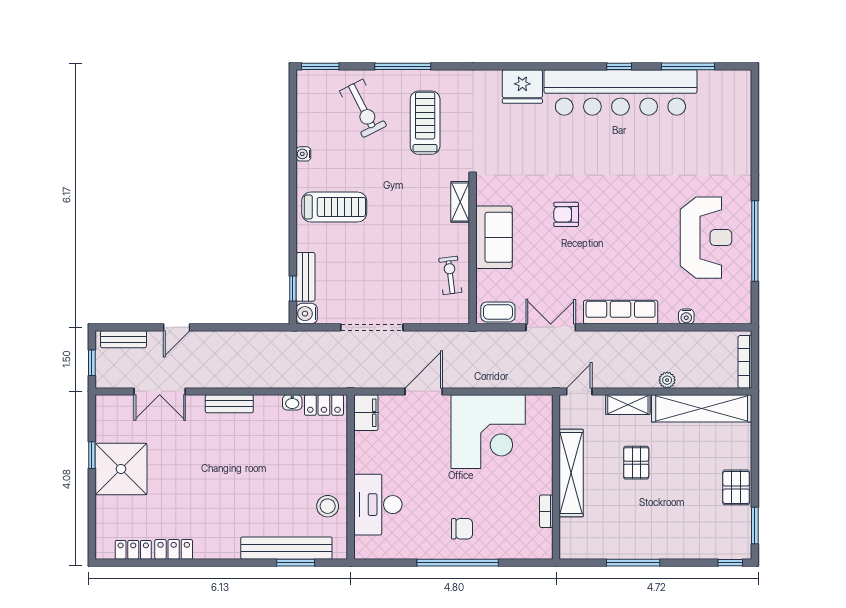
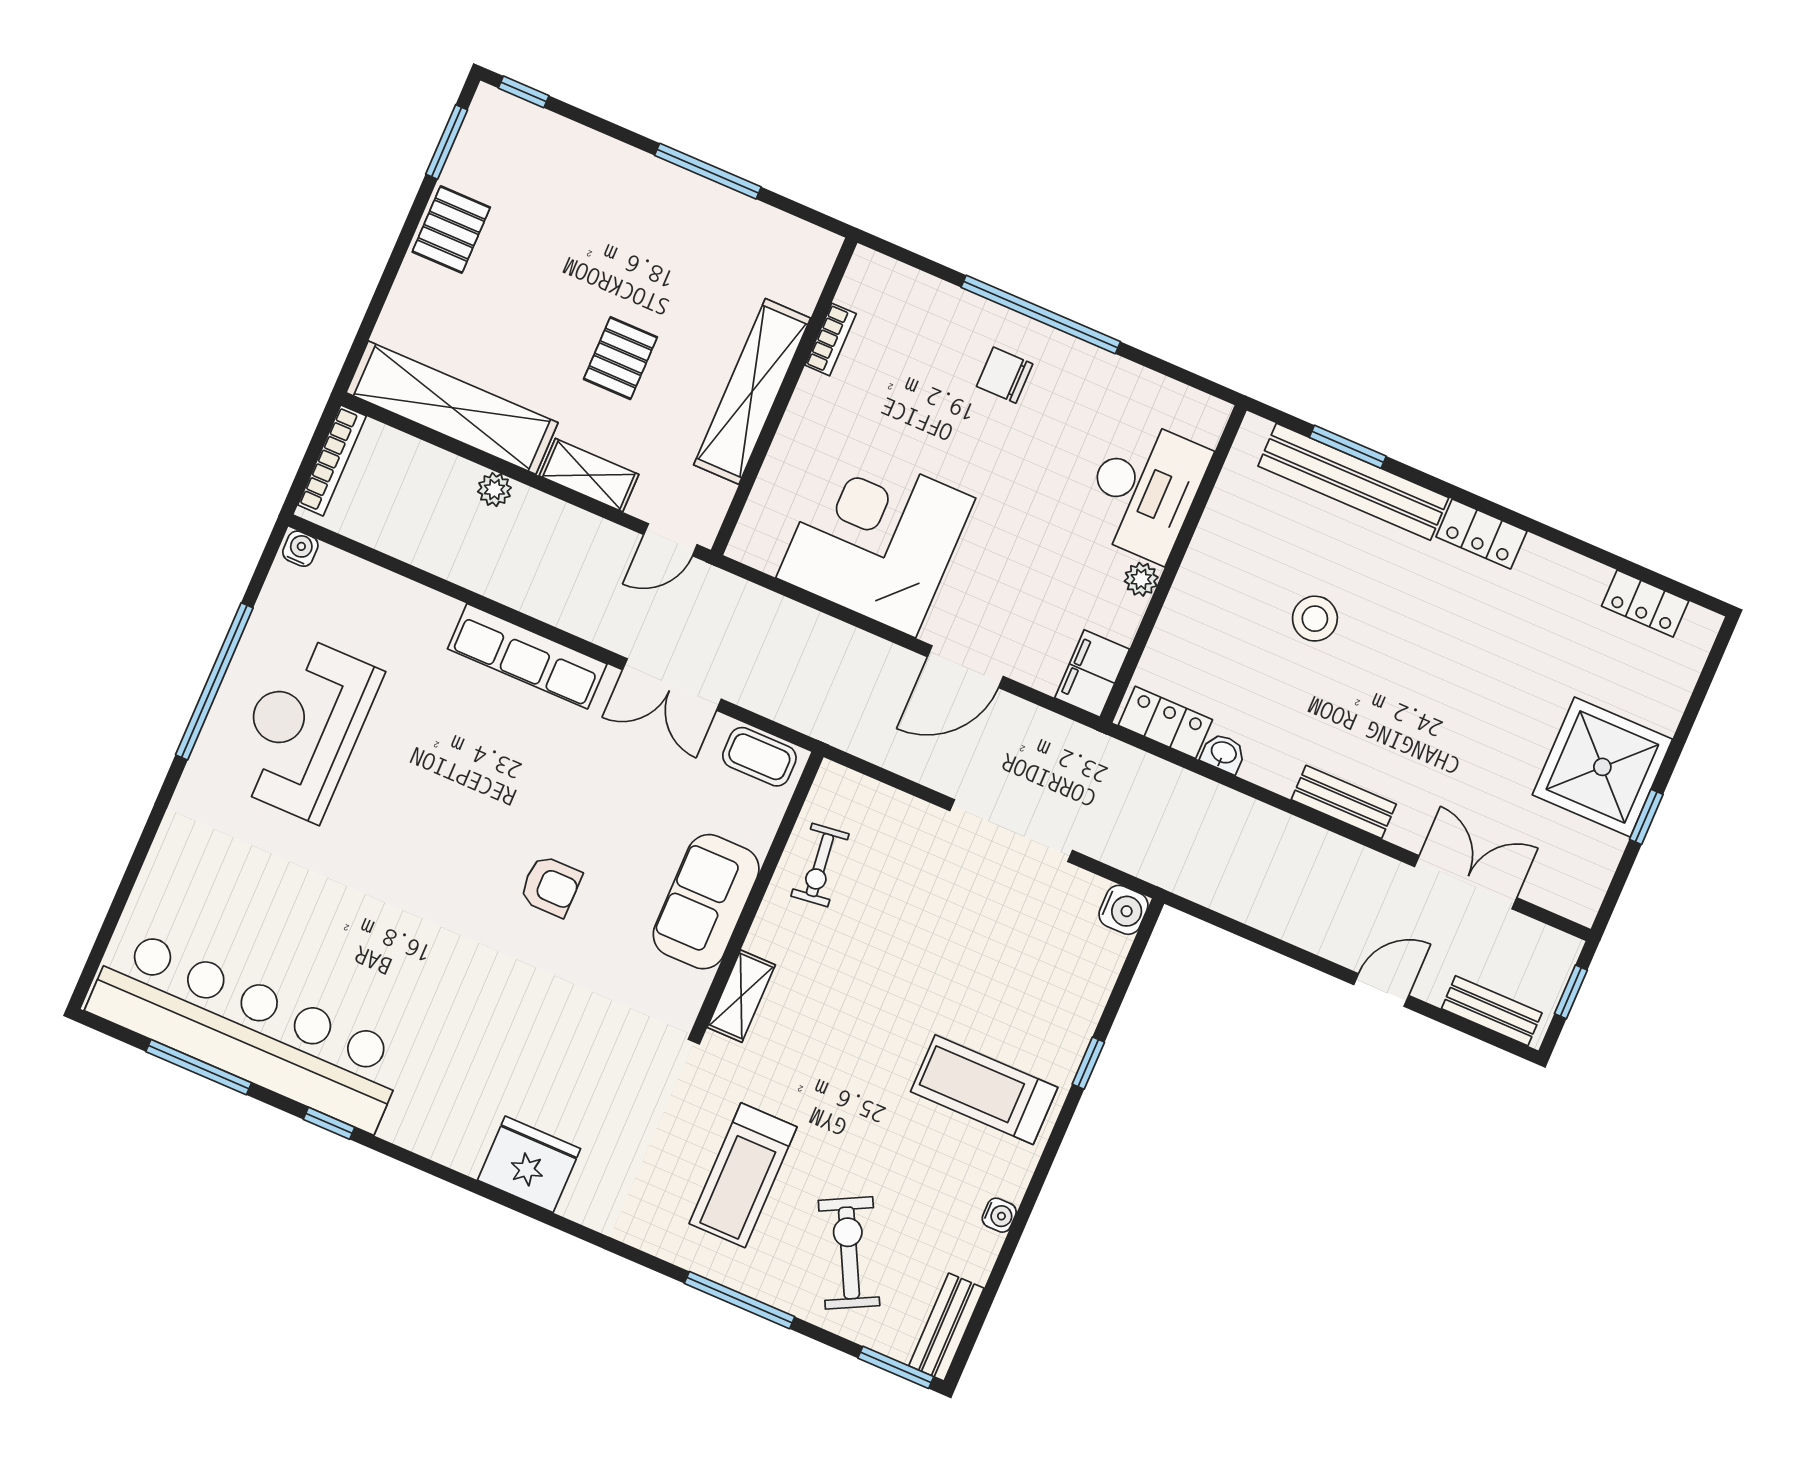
bar counter: (620, 92) -> (248, 1030), moved
bench: (306, 277) -> (946, 1327), moved
window: (293, 289) -> (1088, 1063), moved
water cooler: (686, 317) -> (300, 549), moved
plant: (362, 464) -> (1141, 579), added
stool: (328, 506) -> (1315, 619), moved
locker: (174, 549) -> (1481, 534), moved

